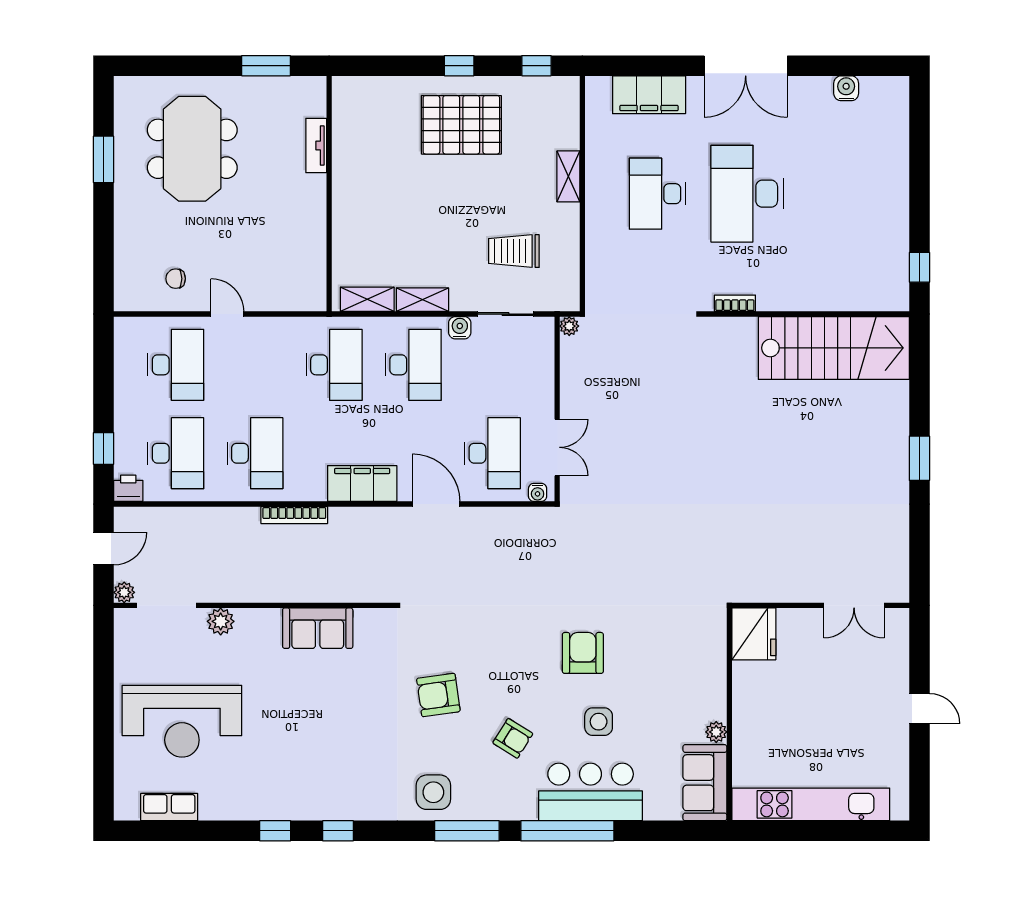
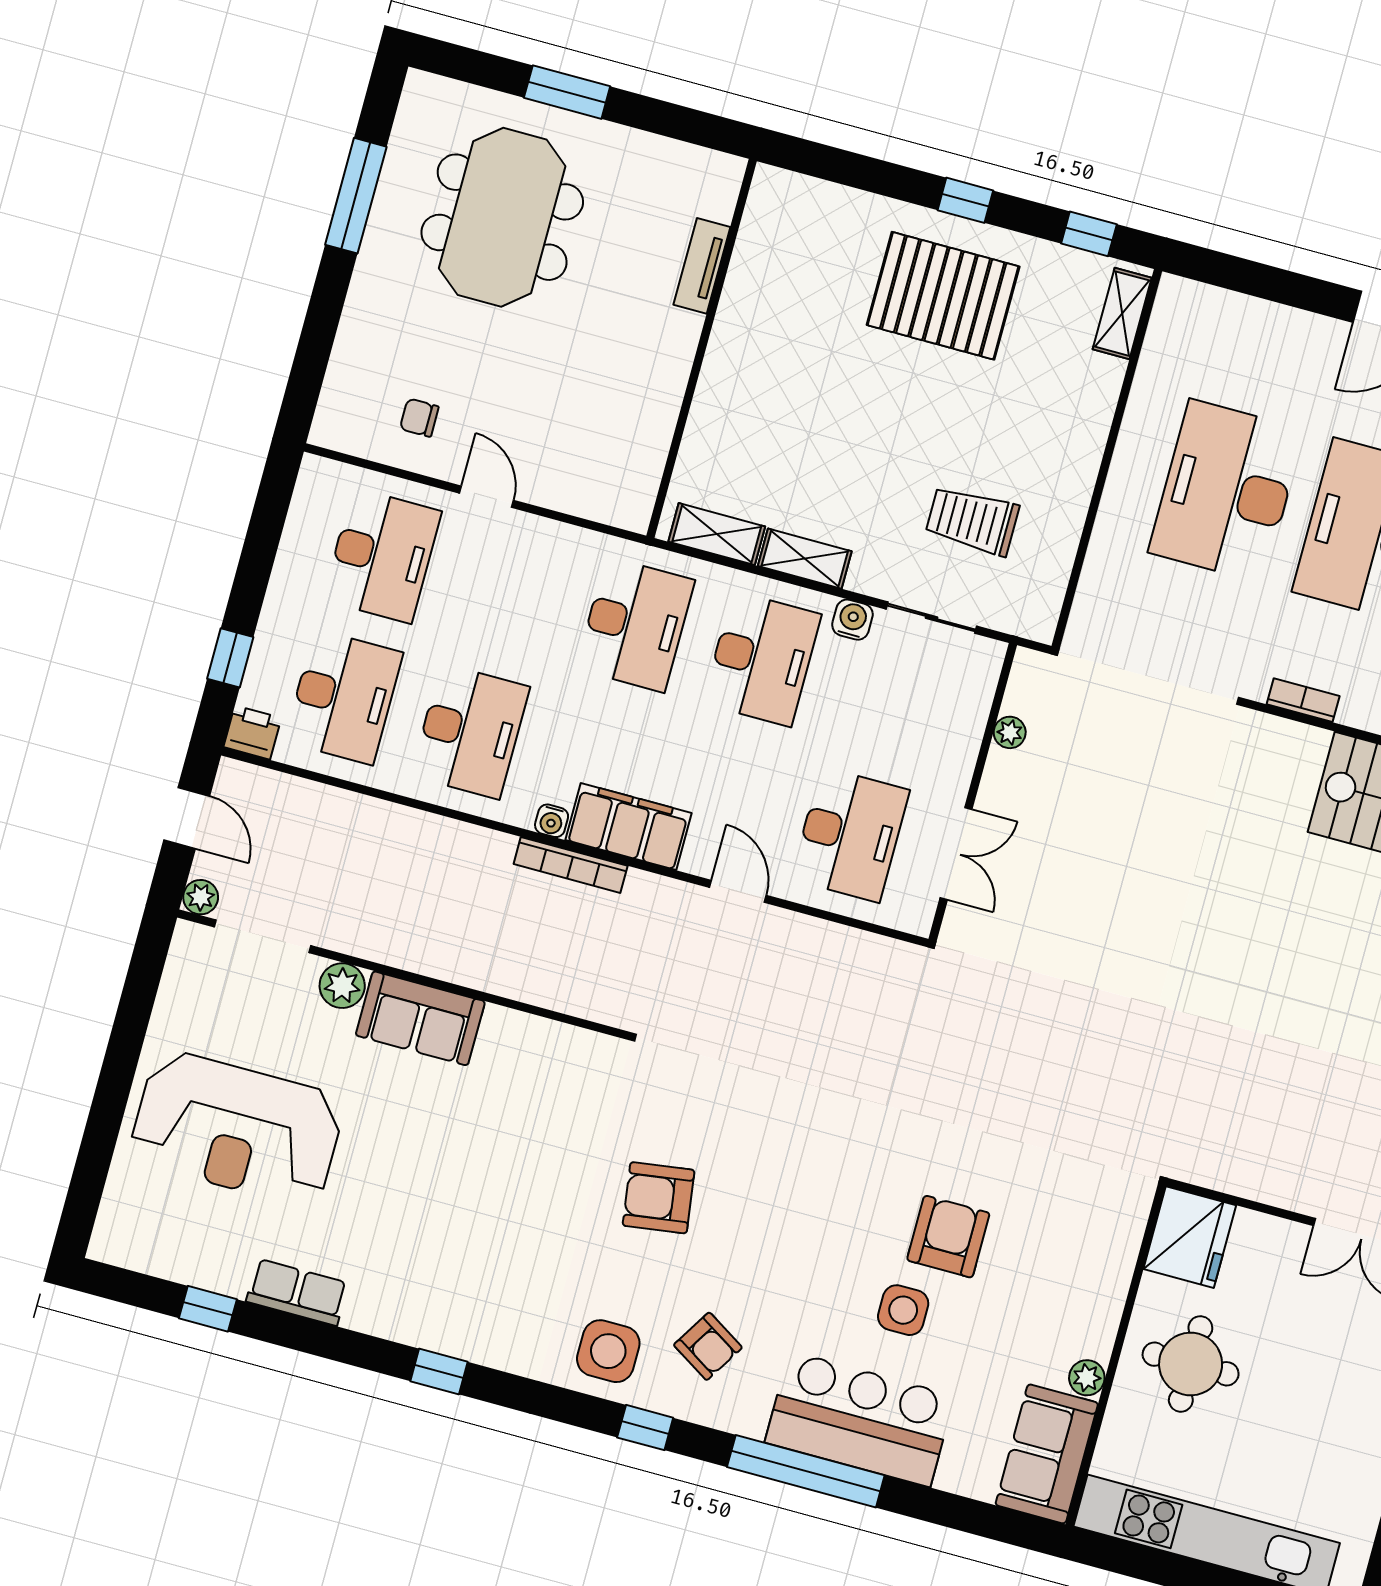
window: (266, 66) -> (567, 92), moved
filing cabinet: (649, 95) -> (1256, 329), removed
window: (104, 159) -> (356, 196), width x1.44
shelving: (568, 176) -> (1122, 314), moved
desk: (657, 194) -> (1226, 491), width x1.36, depth x1.30
plant: (569, 326) -> (1010, 732), moved
water cooler: (538, 492) -> (552, 821), moved
door: (436, 504) -> (738, 891), width x0.73
bookcase: (294, 515) -> (571, 865), moved
door: (104, 549) -> (187, 818), hinge flipped
sofa: (318, 628) -> (420, 1018), moved
armchair: (583, 653) -> (948, 1237), moved
round table: (774, 708) -> (1191, 1364), added
armchair: (513, 738) -> (708, 1346), moved
row of seats: (169, 807) -> (297, 1292), moved
window: (275, 831) -> (208, 1309), moved
window: (467, 831) -> (645, 1428), width x0.46

